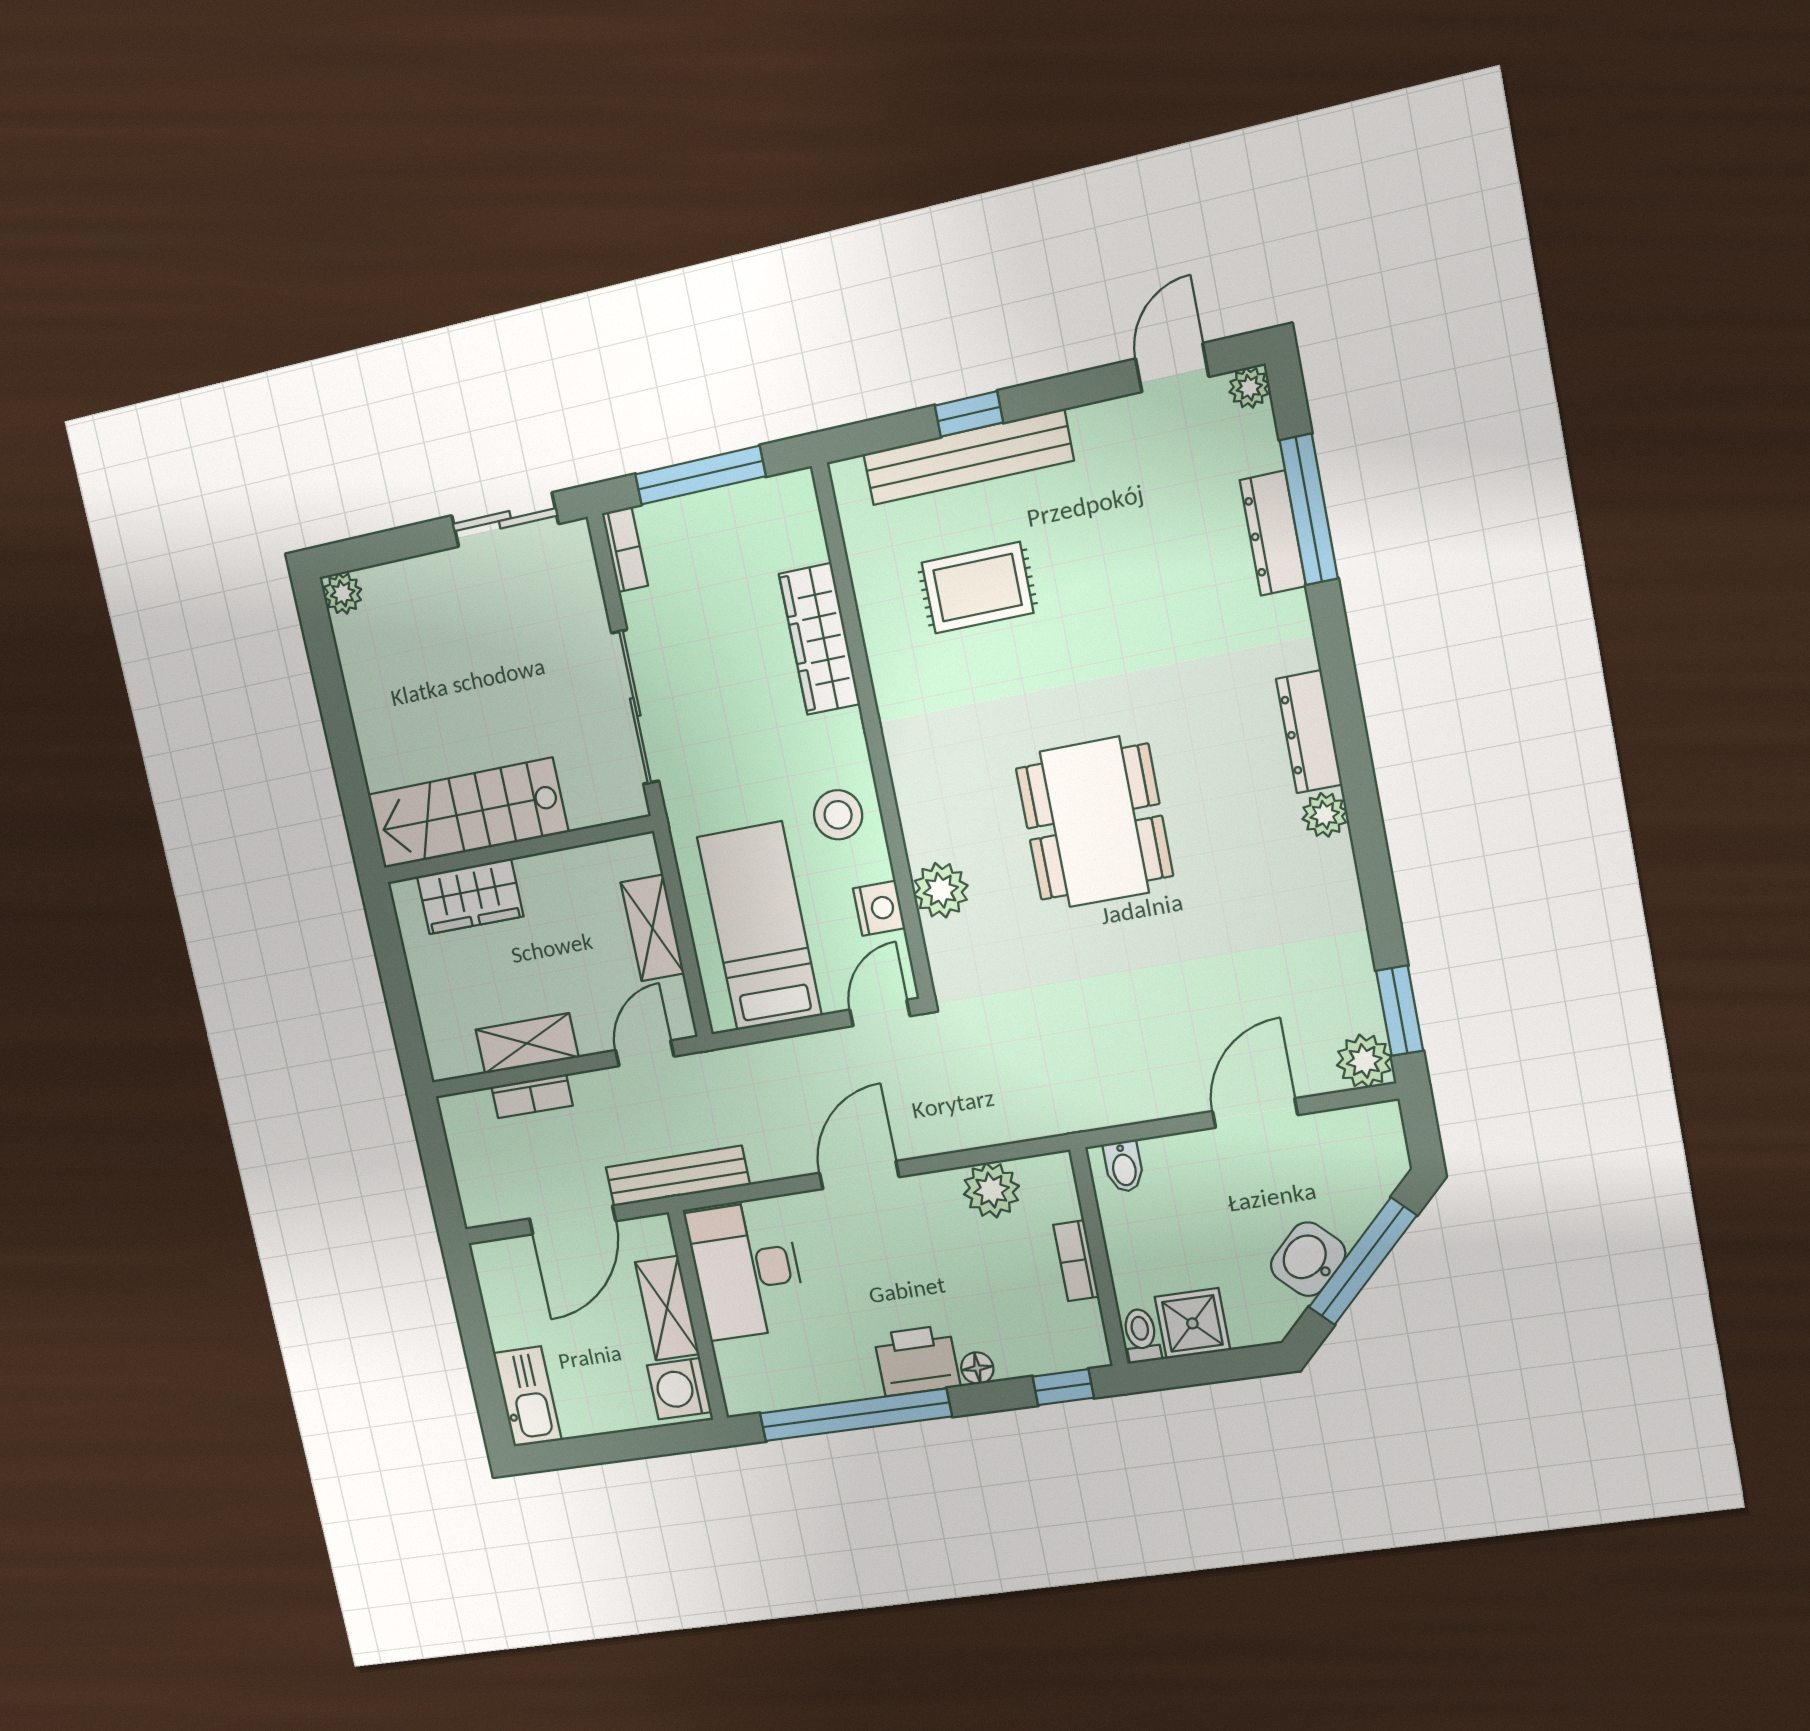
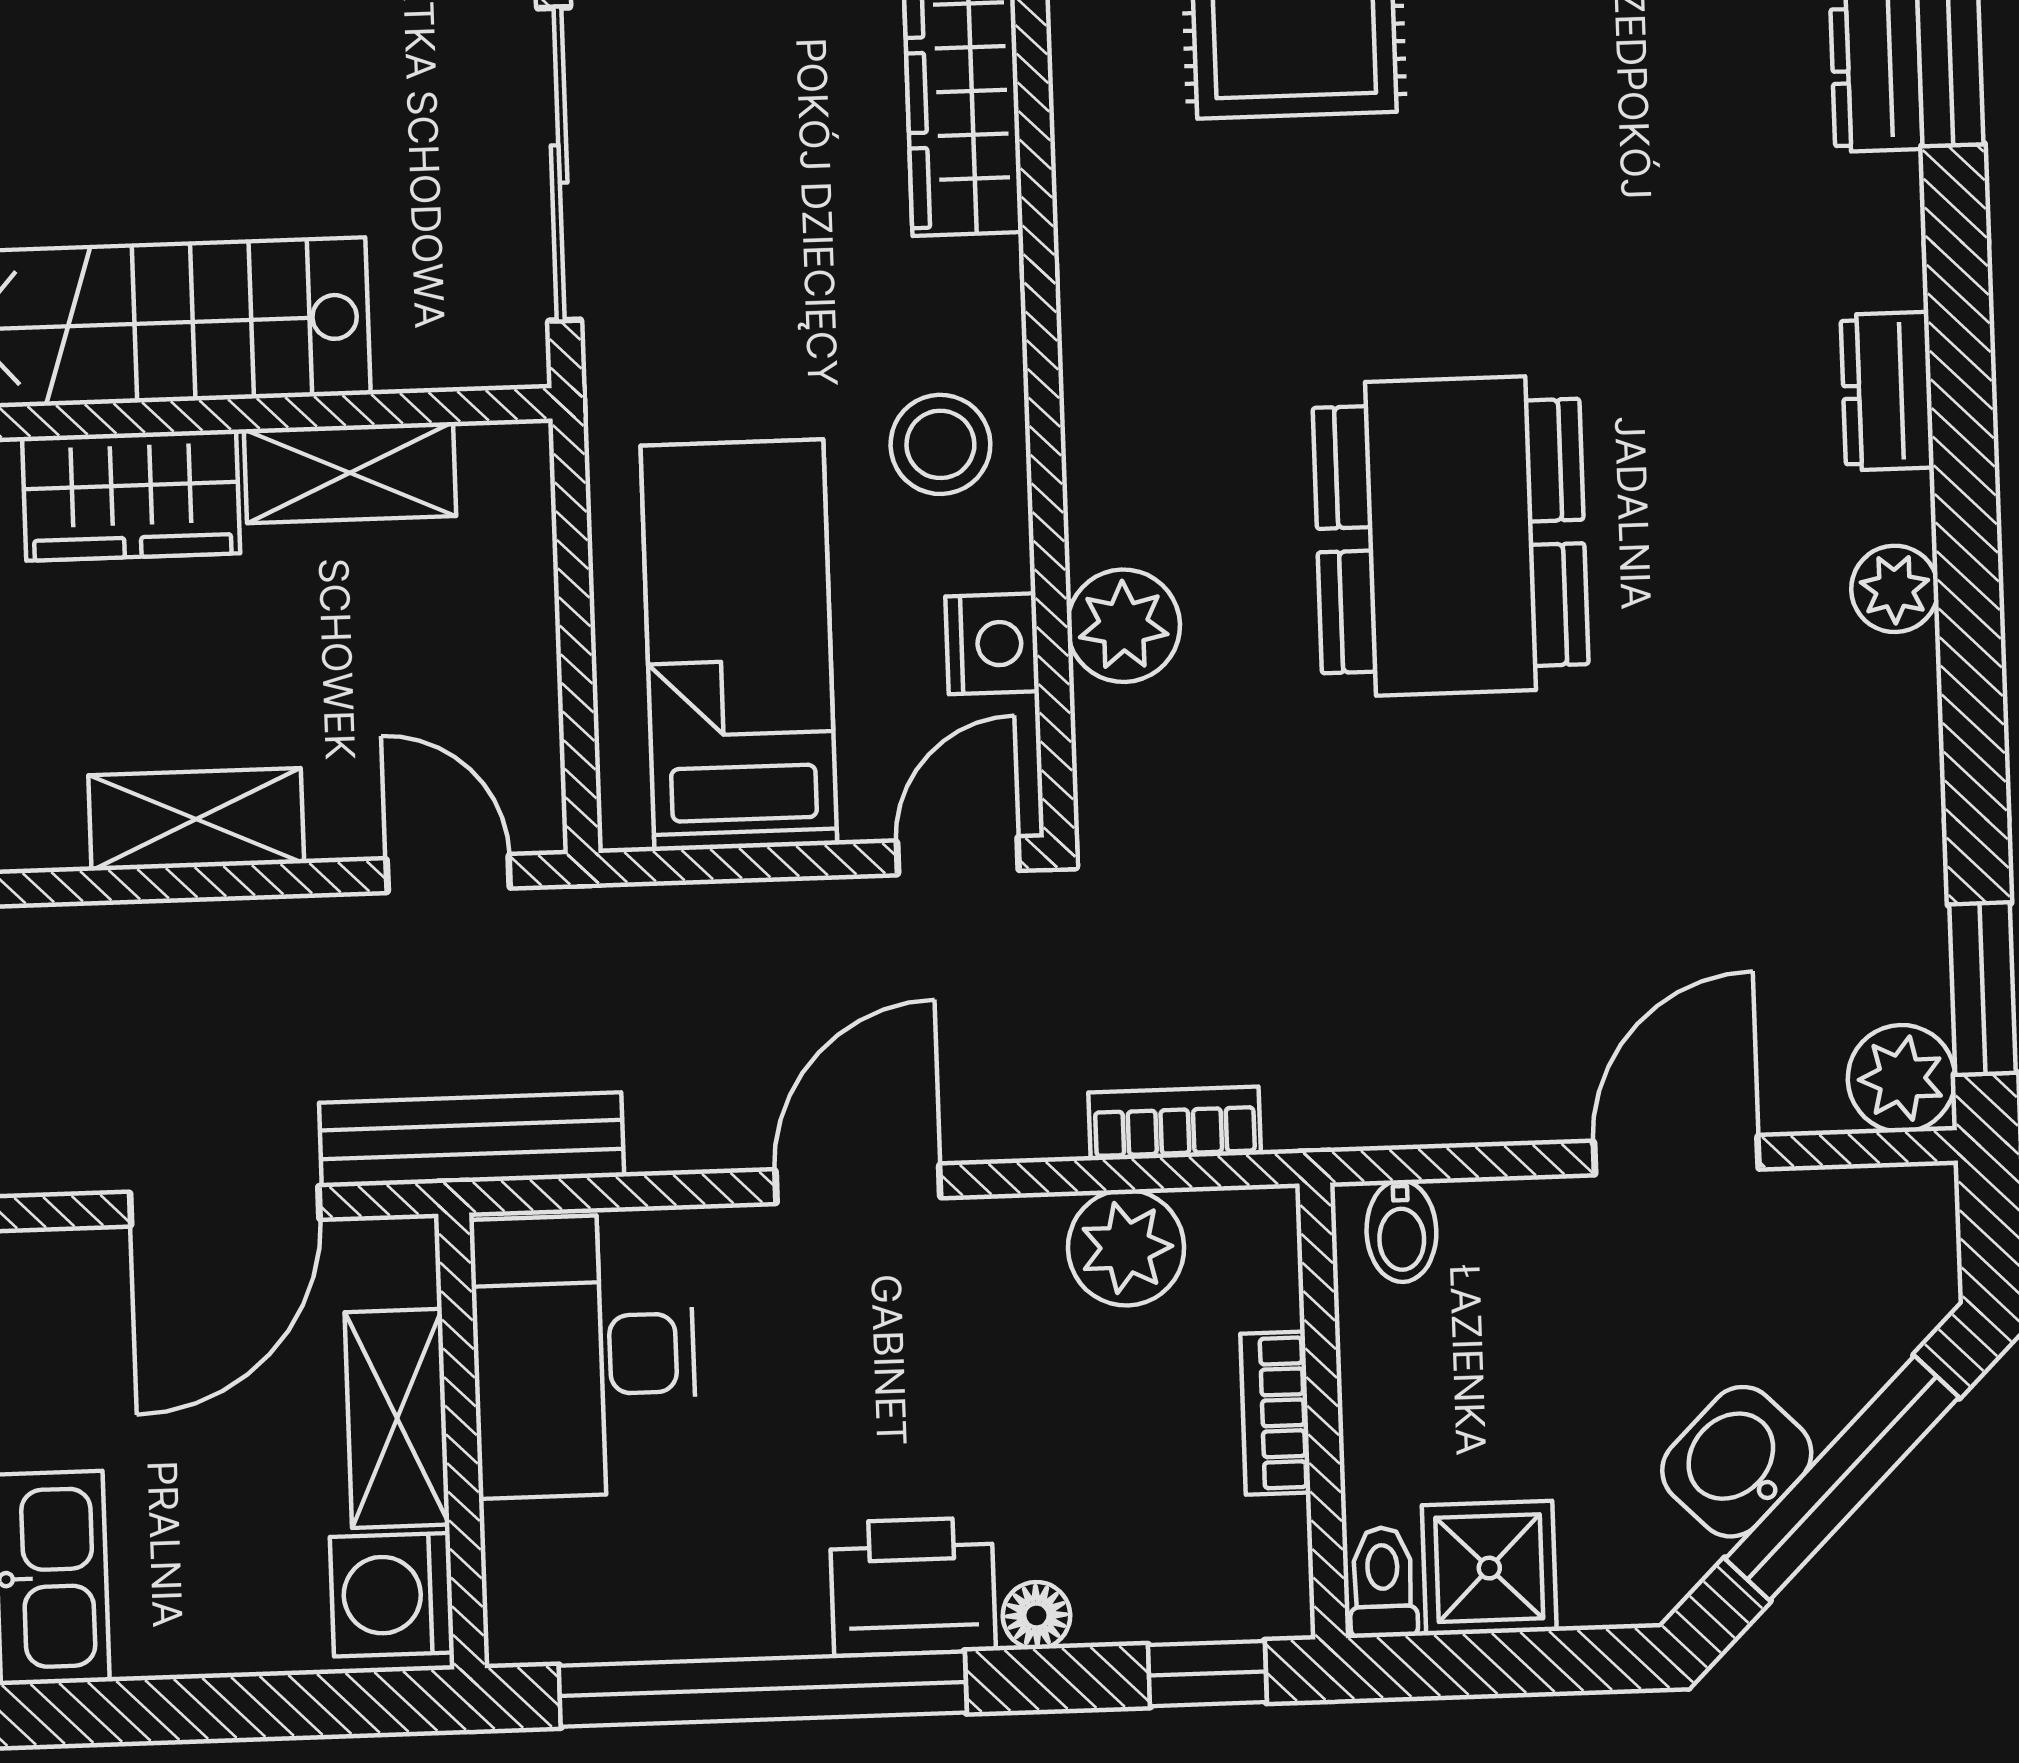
dresser: (1309, 732) -> (1887, 391), width x0.70
shelving: (652, 928) -> (350, 473), moved, turned 90
door: (645, 1053) -> (448, 873), hinge flipped
bookcase: (532, 1096) -> (1175, 1123), moved, turned 180

